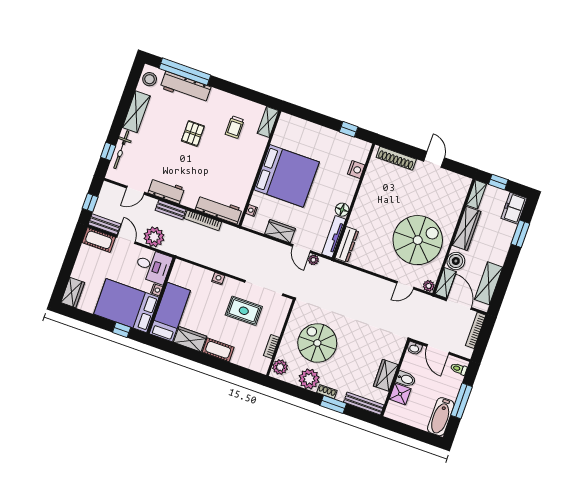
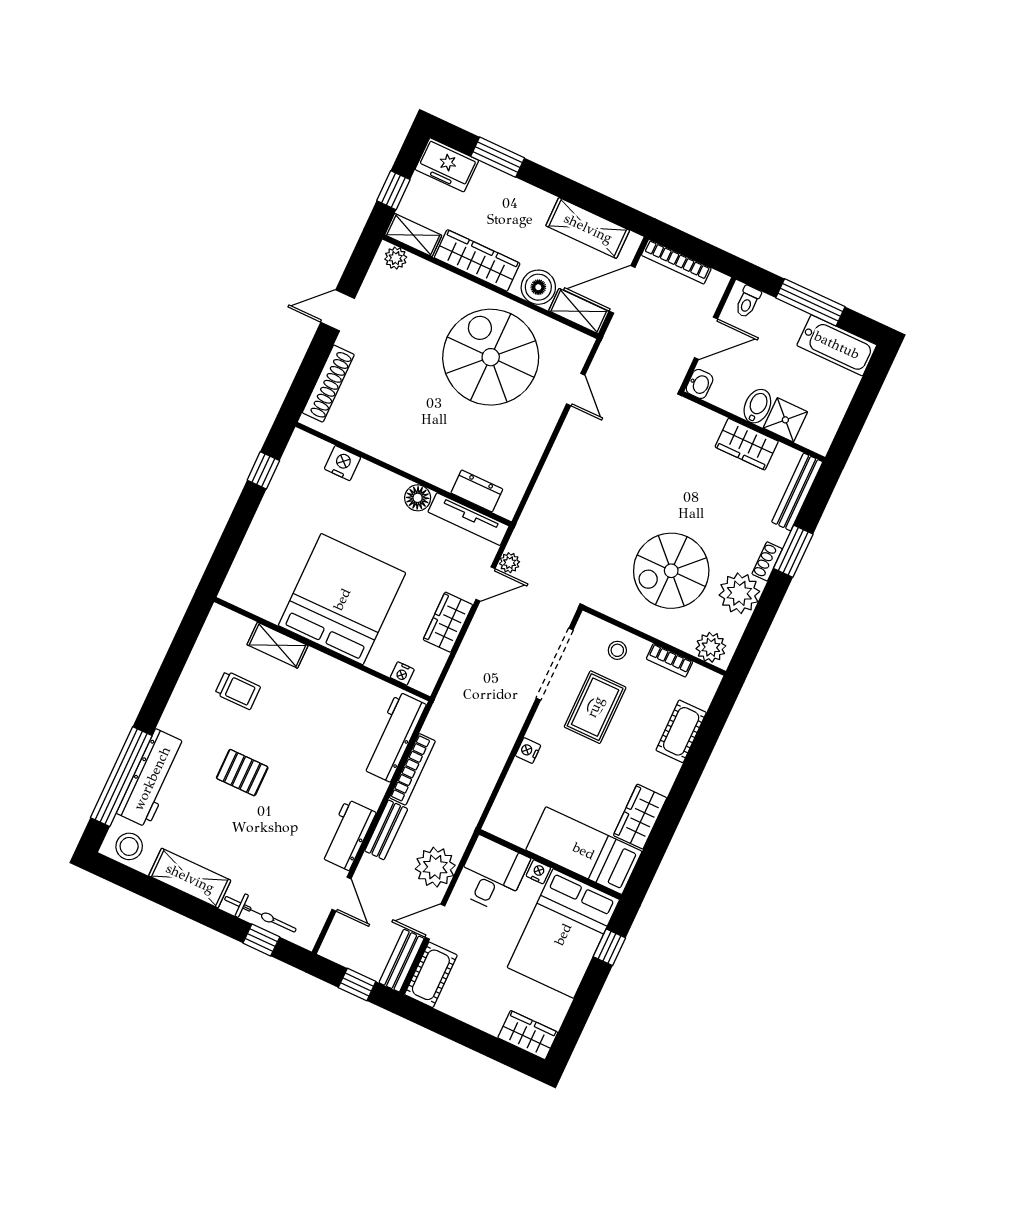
shelving: (268, 122) -> (278, 645), moved
dresser: (347, 244) -> (477, 491), width x0.70
plant: (429, 286) -> (396, 258), moved
stool: (274, 319) -> (617, 650), added
cot: (218, 350) -> (681, 731), moved

